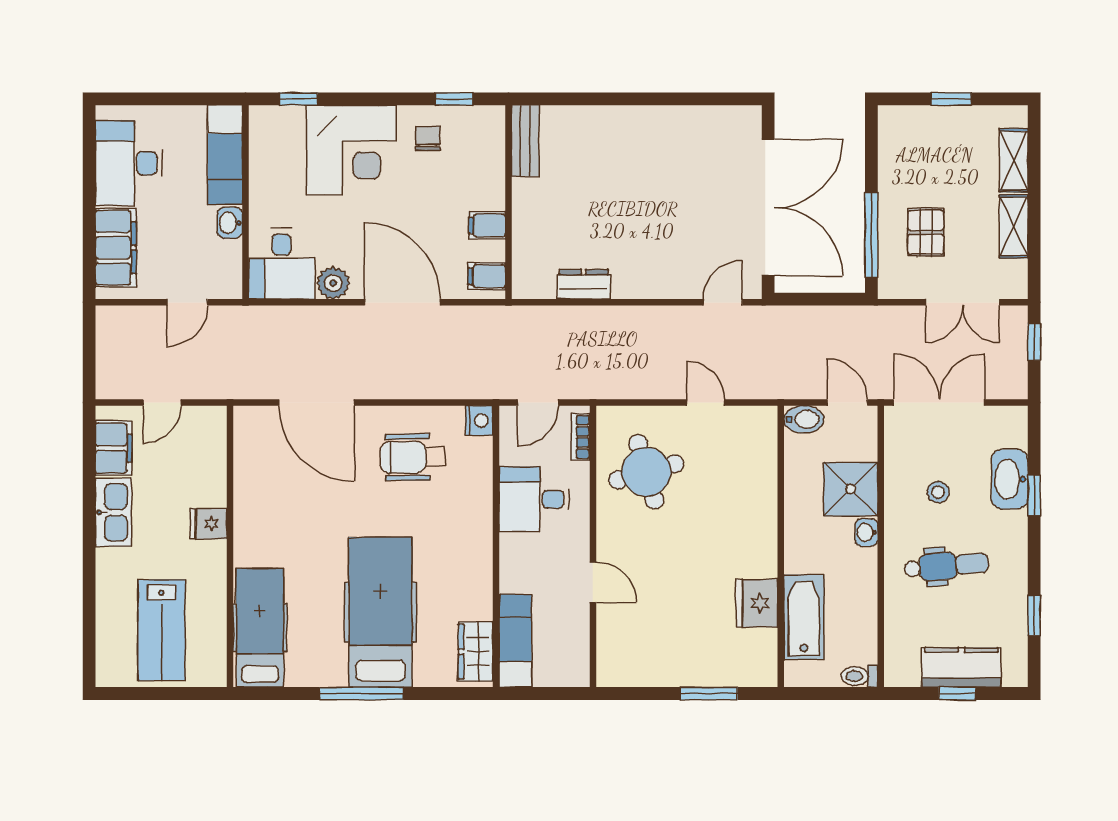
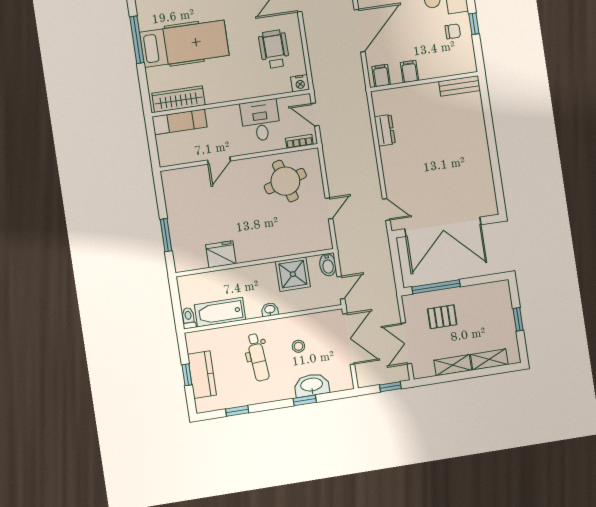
window: (454, 99) -> (474, 24), moved
shower: (851, 489) -> (293, 274), moved
bathtub: (804, 617) -> (220, 312), moved, turned 180
wardrobe: (476, 652) -> (178, 99), width x1.50

